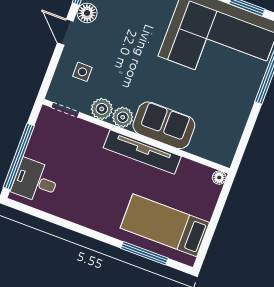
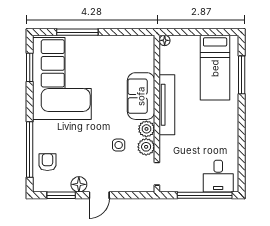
side table: (82, 72) -> (119, 145), moved

